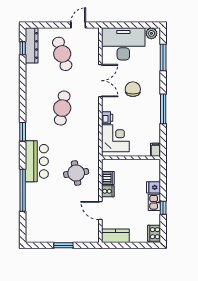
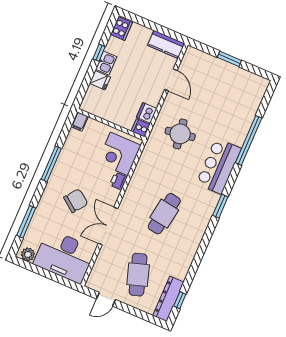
chair: (133, 89) -> (76, 201), turned -143
cooker: (108, 191) -> (141, 128), moved

